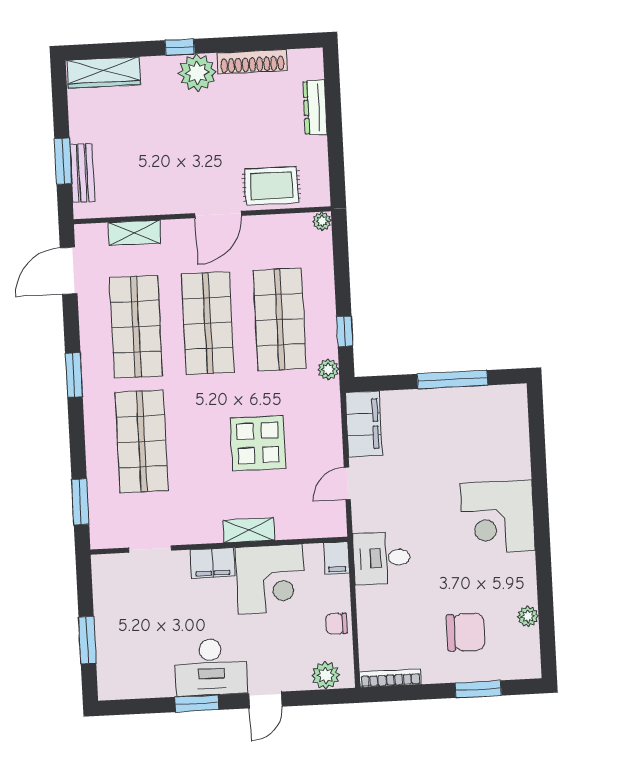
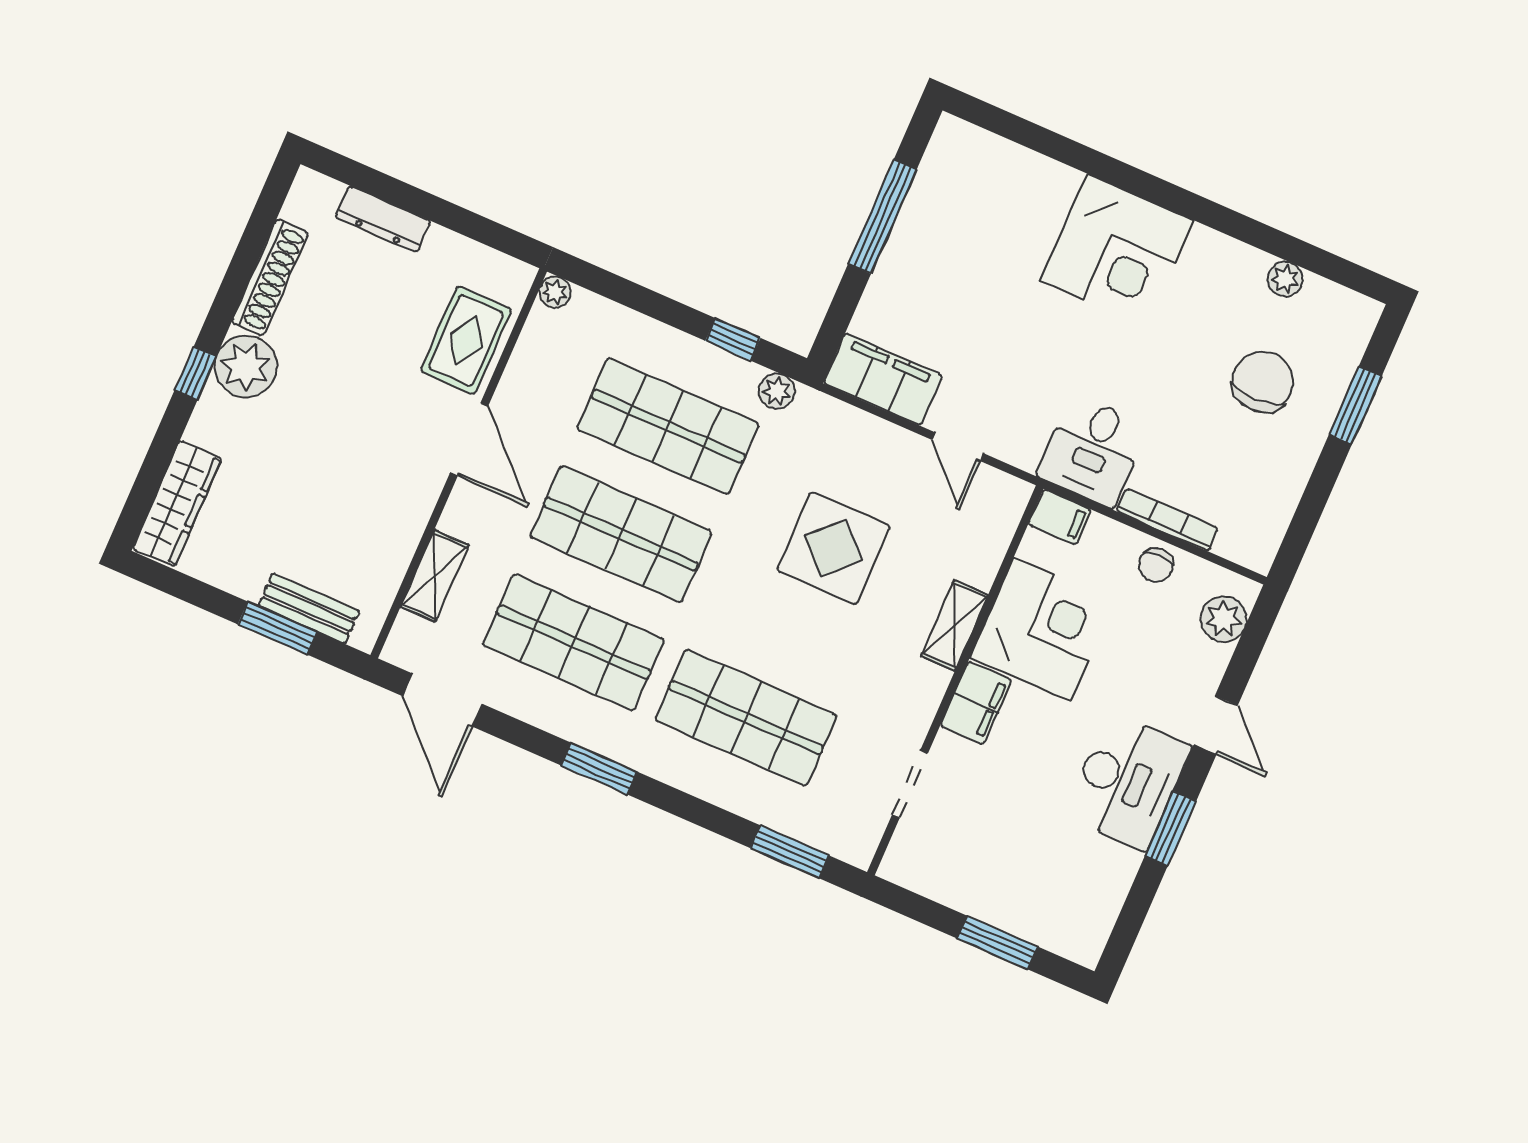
bookcase: (390, 678) -> (1167, 520), moved, turned 90

